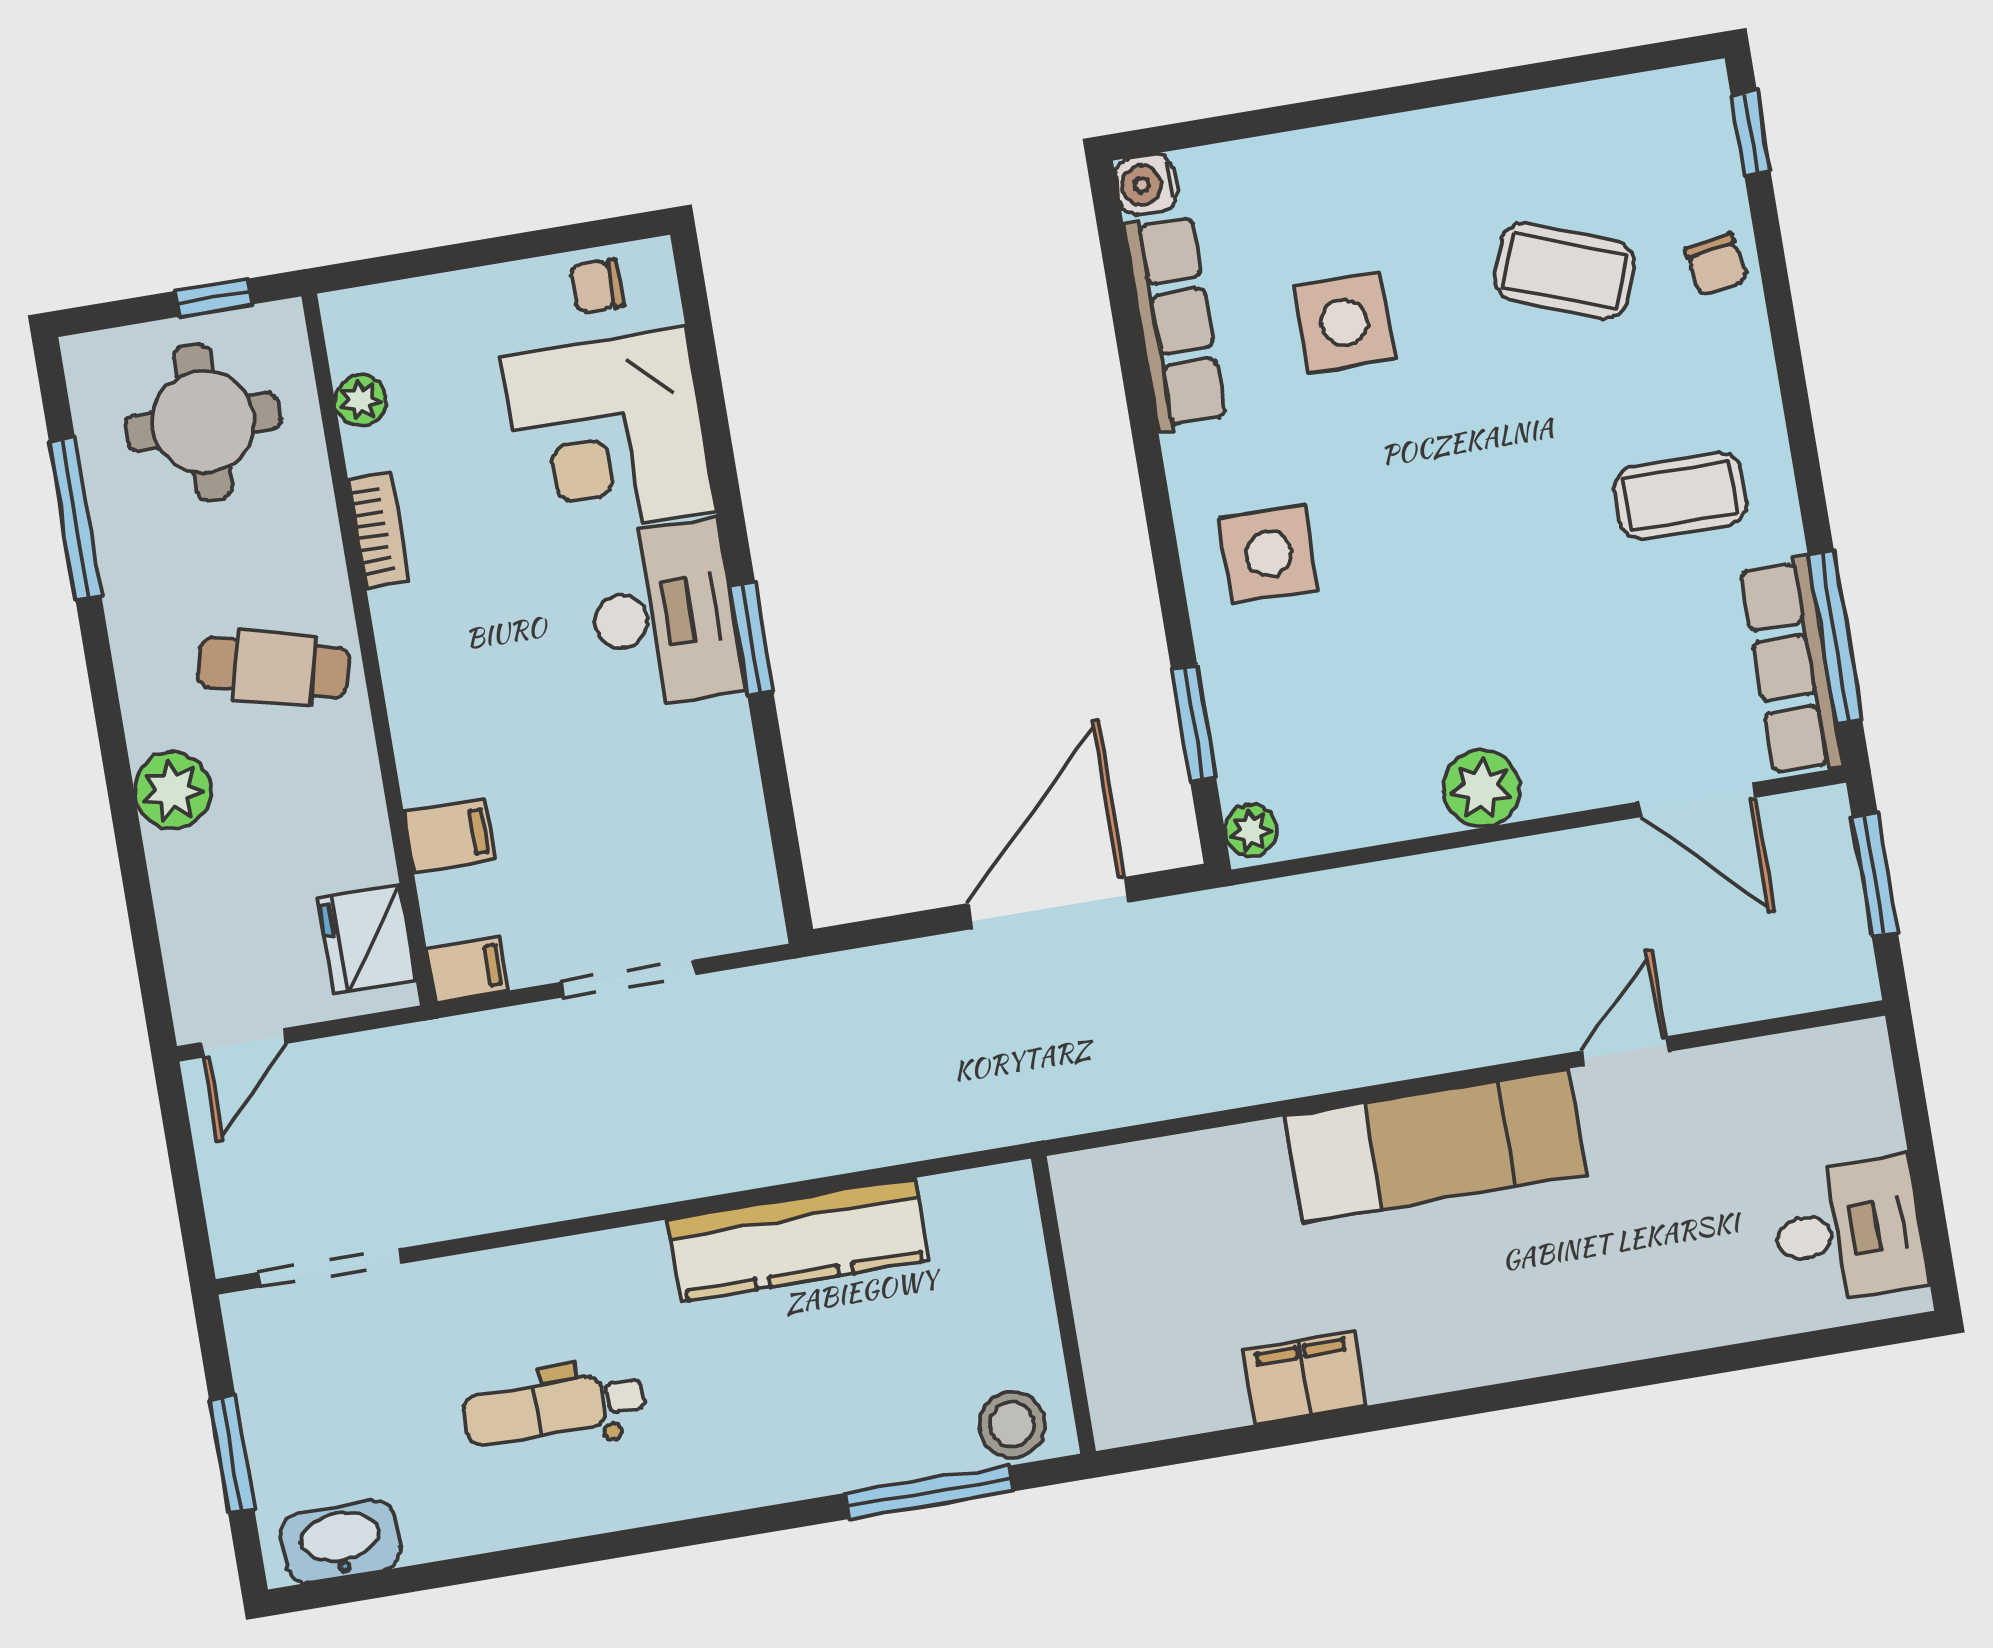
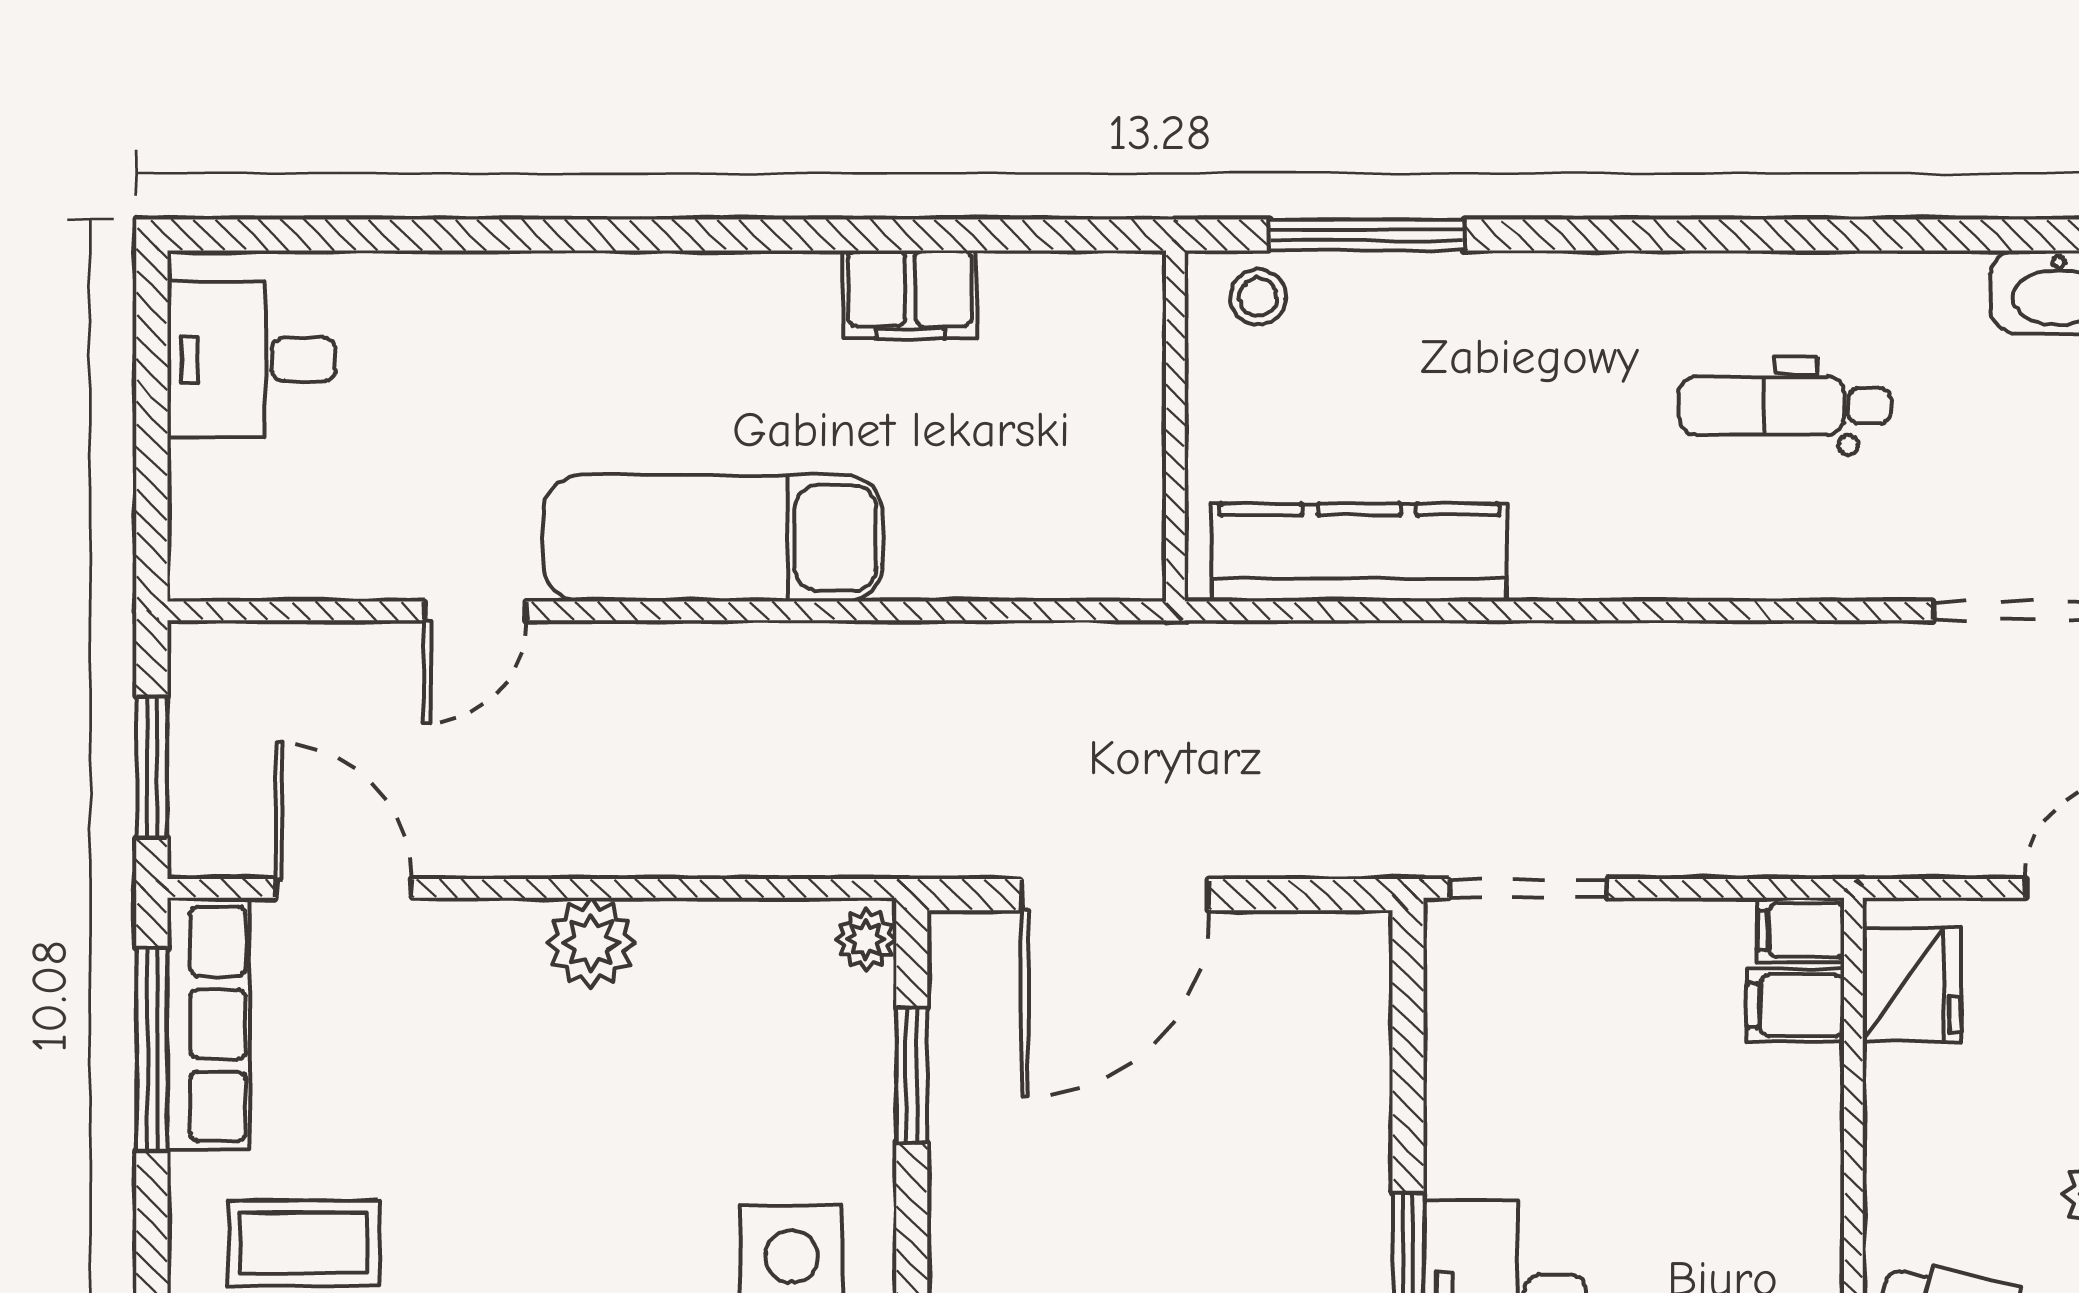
filing cabinet: (450, 836) -> (1795, 1005), moved
doorway: (628, 979) -> (1528, 888), moved
kitchen counter: (798, 1240) -> (1359, 553), moved
dental chair: (554, 1408) -> (1785, 406), turned 180
stool: (1012, 1425) -> (1258, 297), width x0.73, depth x0.73

